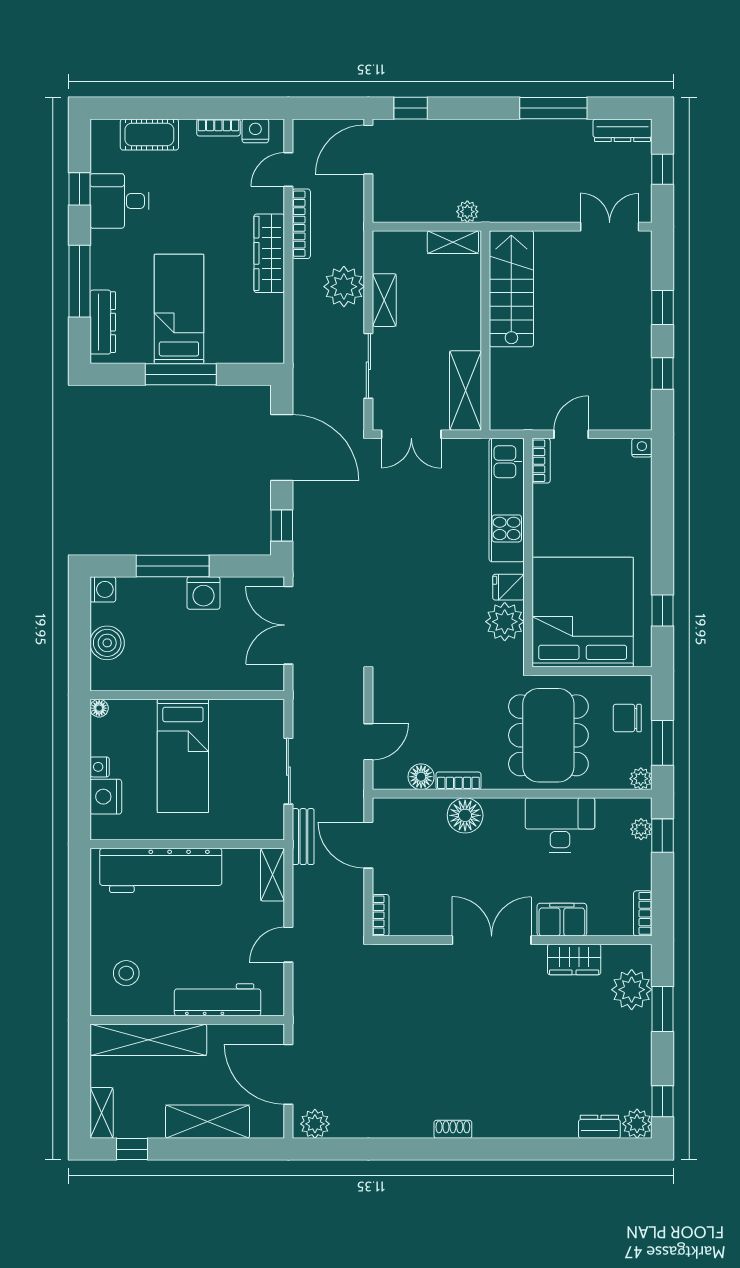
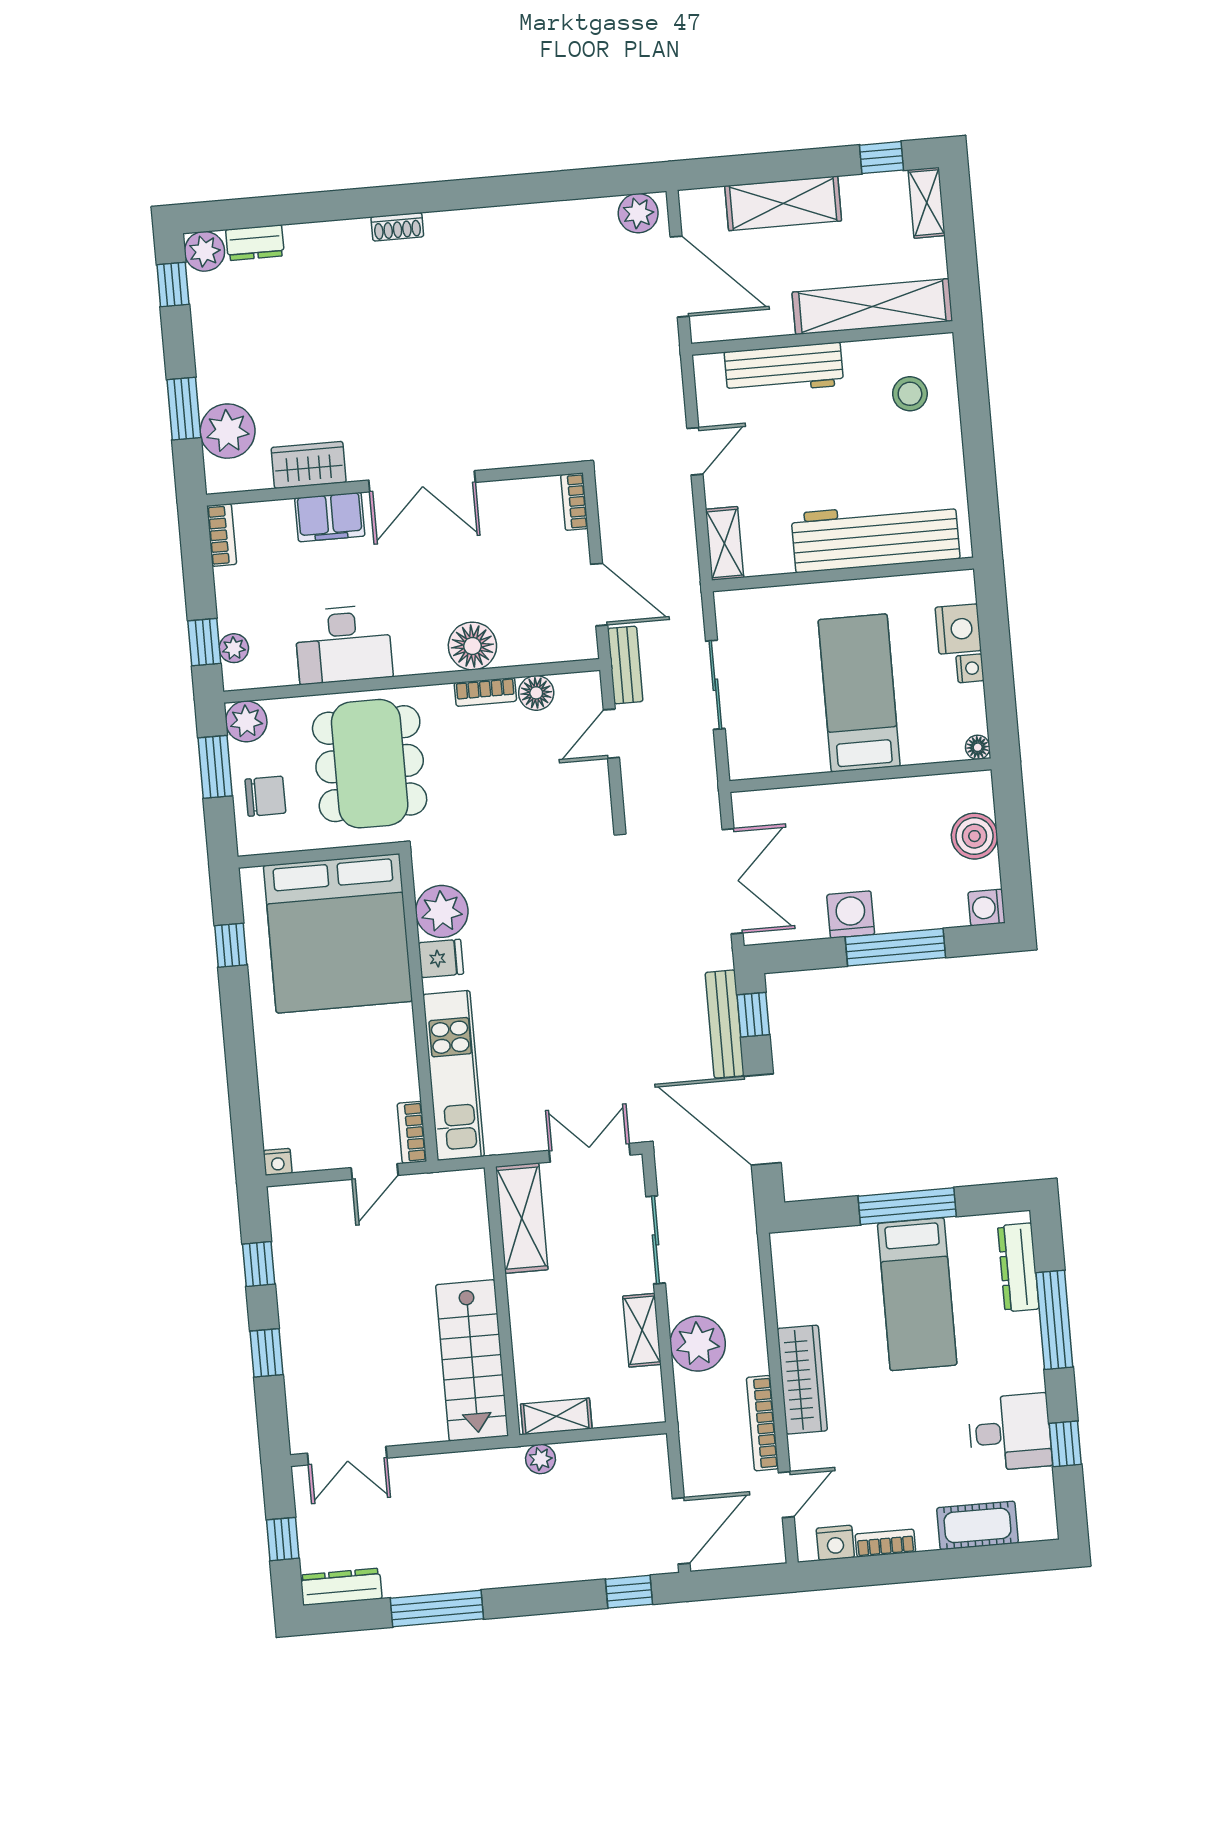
bench: (303, 520) -> (725, 1024), added
plant: (641, 779) -> (246, 721), width x1.38, depth x1.38
bench: (303, 837) -> (625, 665), moved
shoe rack: (453, 1129) -> (397, 227), moved

